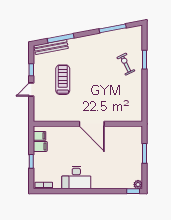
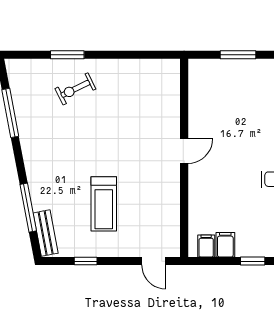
bench: (51, 47) -> (46, 233), width x0.73
treadmill: (63, 80) -> (104, 204), turned -90
door: (31, 89) -> (154, 261), moved
door: (92, 124) -> (184, 151), width x0.53

